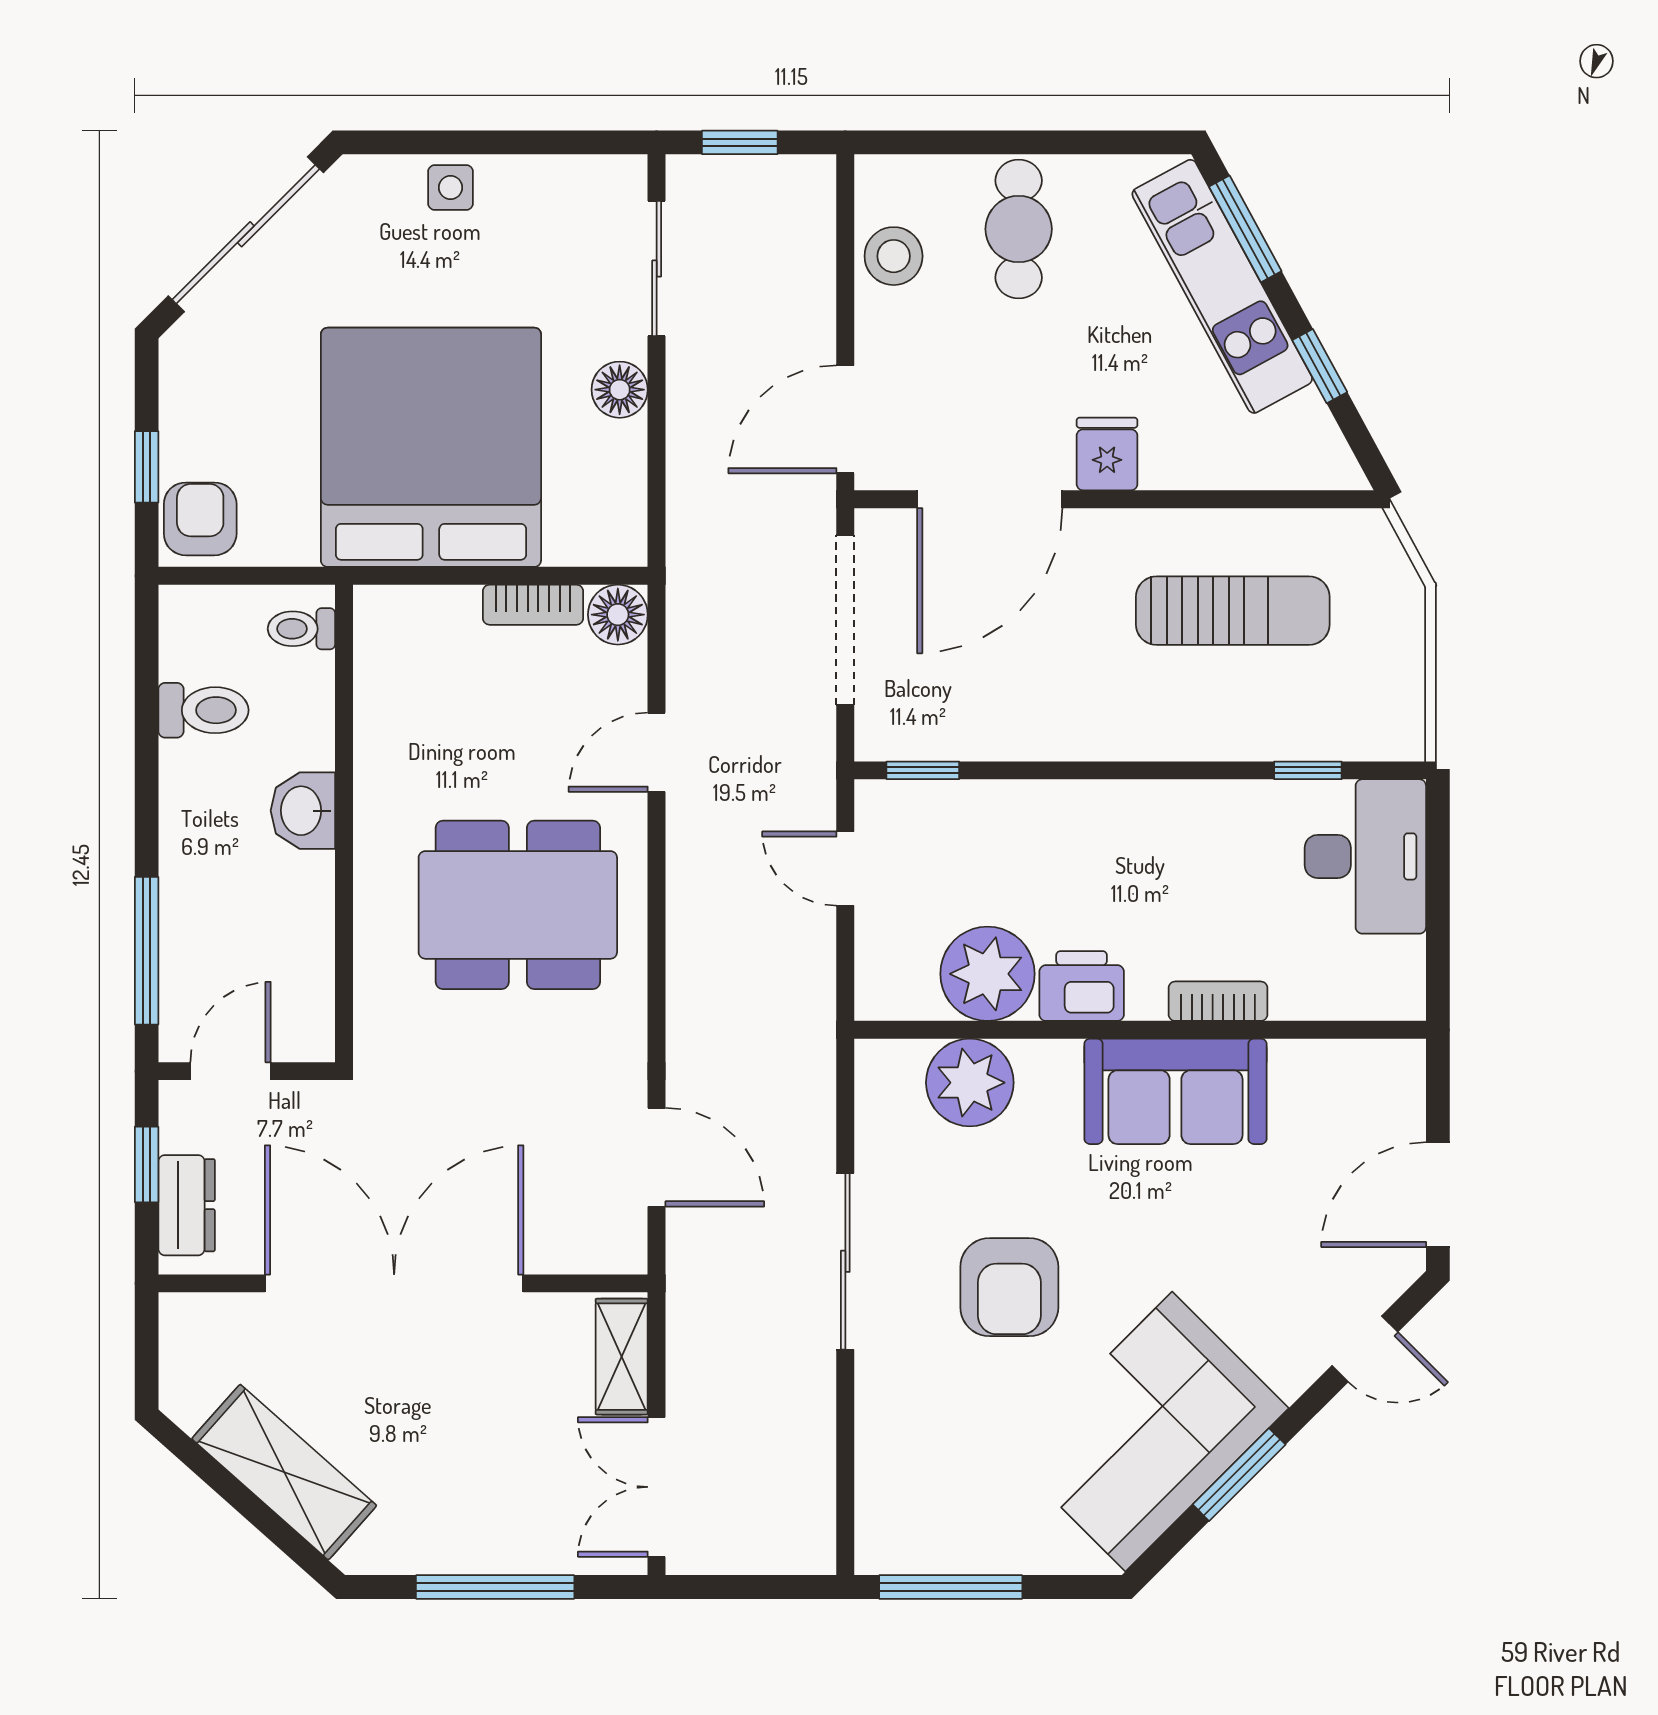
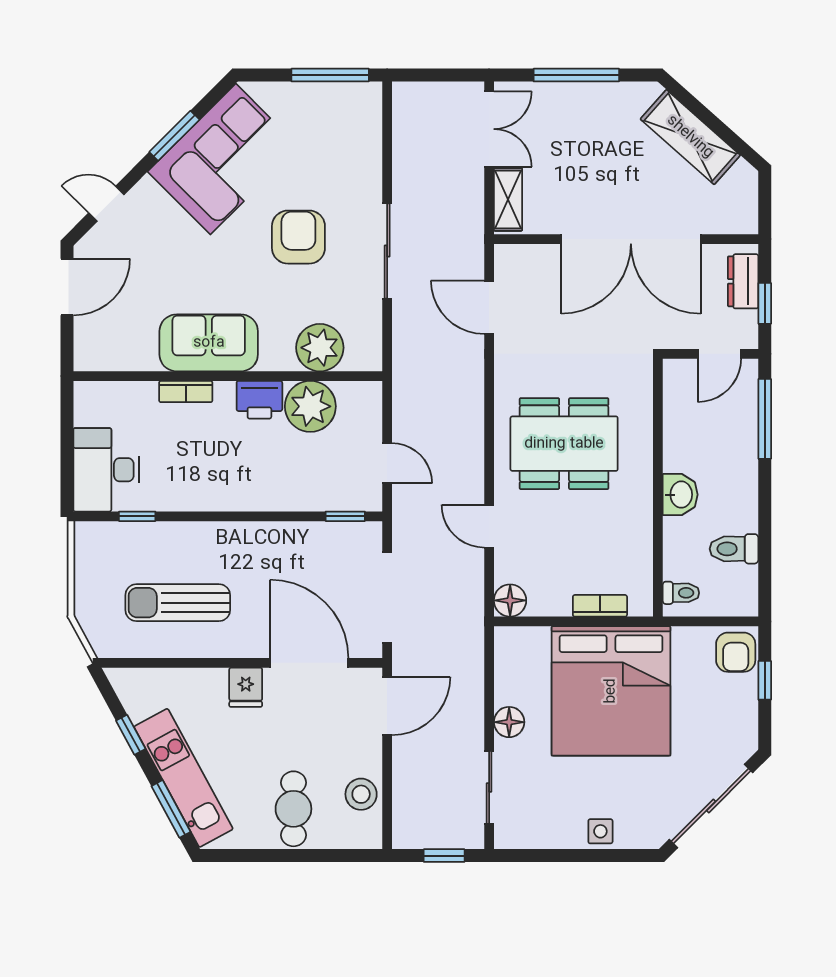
door: (990, 499) -> (309, 663), hinge flipped
bookcase: (533, 605) -> (600, 606), moved
door: (657, 752) -> (489, 526), swing flipped

